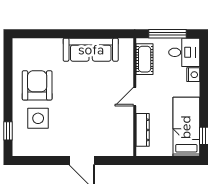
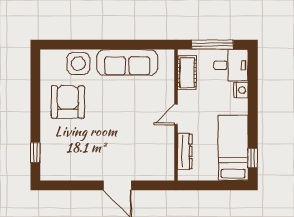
side table: (38, 118) -> (78, 63), moved

